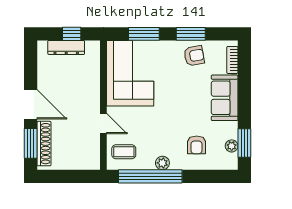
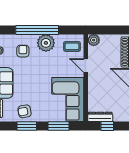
dresser: (66, 47) -> (100, 117), moved
plant: (92, 161) -> (94, 40), added
plant: (162, 163) -> (46, 43), width x1.88, depth x1.88
window: (150, 176) -> (37, 30), moved

